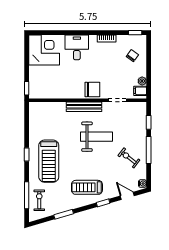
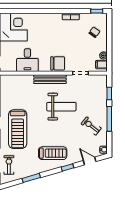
desk: (77, 47) -> (27, 60), moved, turned 180
treadmill: (87, 187) -> (53, 153), turned 180

